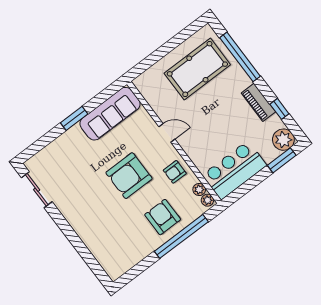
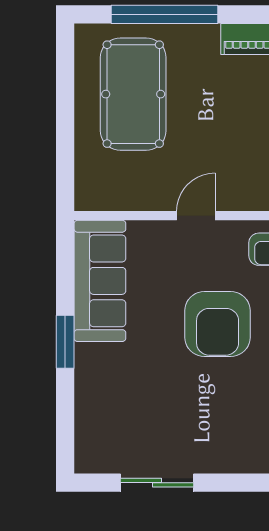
sliding door: (37, 190) -> (157, 483), moved

